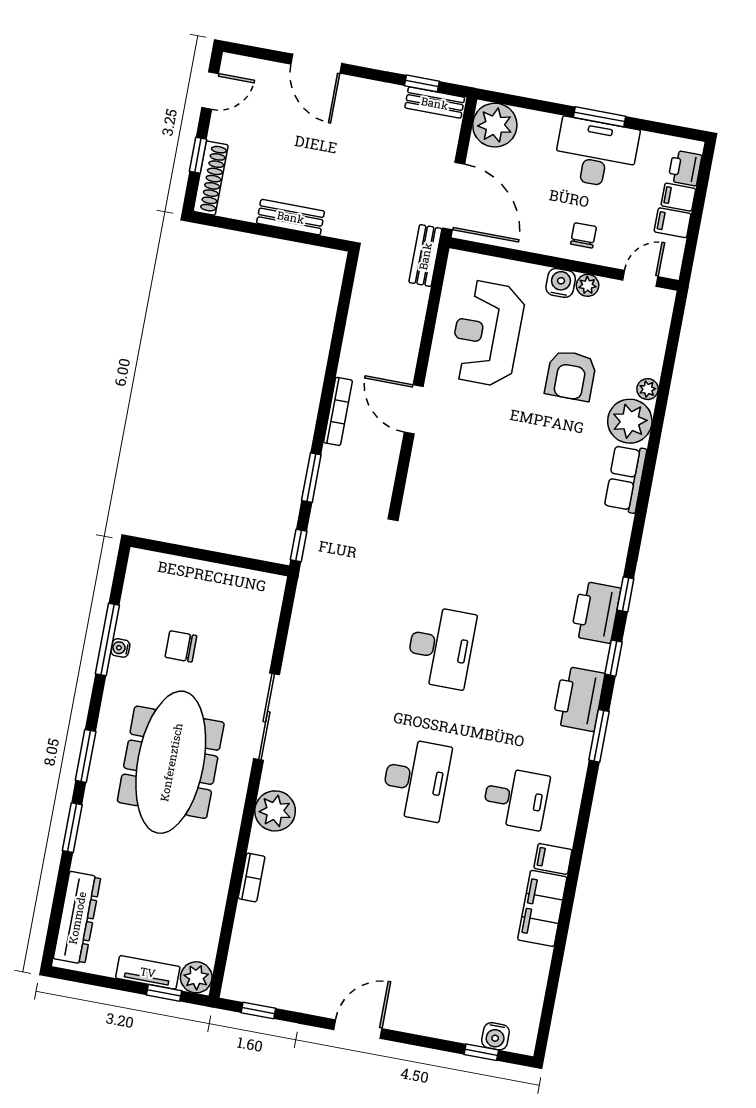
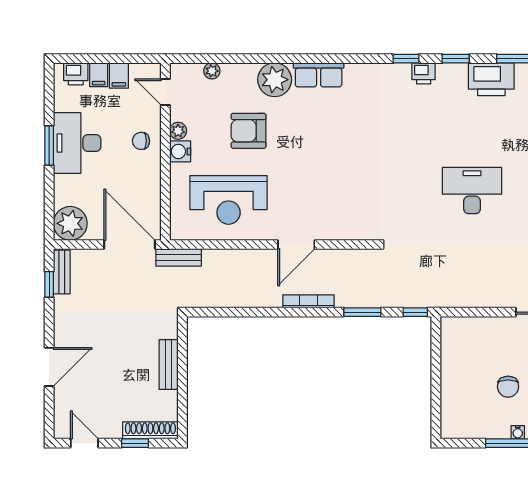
door: (454, 196) -> (130, 245), hinge flipped
armchair: (571, 375) -> (249, 131), turned 180
plant: (648, 389) -> (212, 71), moved
printer: (596, 612) -> (424, 73), width x0.53, depth x0.68

